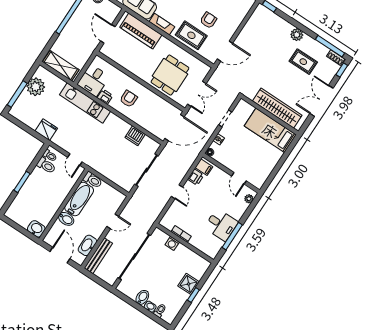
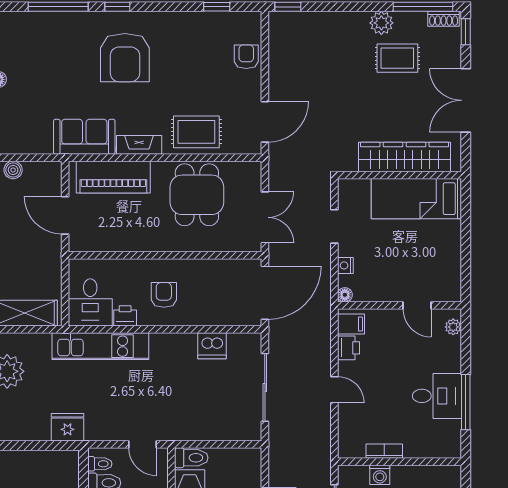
armchair: (208, 20) -> (246, 57), moved
plant: (297, 35) -> (381, 23), moved
dining table: (170, 75) -> (197, 195), moved

